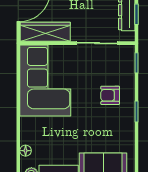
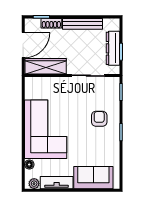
corner sofa: (45, 80) -> (46, 129), moved
armchair: (110, 95) -> (99, 119), turned 90

